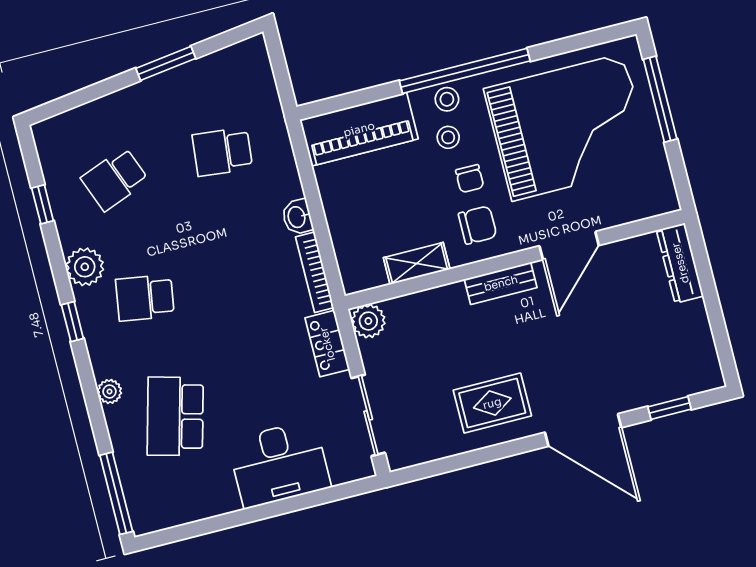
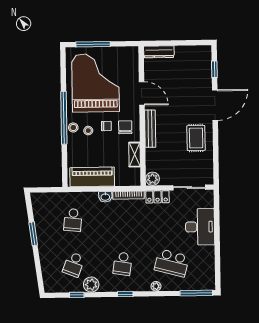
piano: (359, 129) -> (92, 177), moved, turned -90
school desk: (115, 179) -> (74, 264), turned 42
plant: (85, 267) -> (91, 285), moved
bench: (501, 283) -> (150, 129), width x1.36

